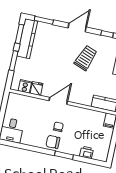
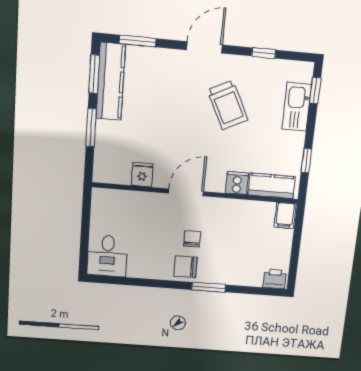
trolley: (86, 58) -> (228, 105), turned 132
cooker: (25, 86) -> (237, 183), moved
printer: (86, 152) -> (275, 279), moved

